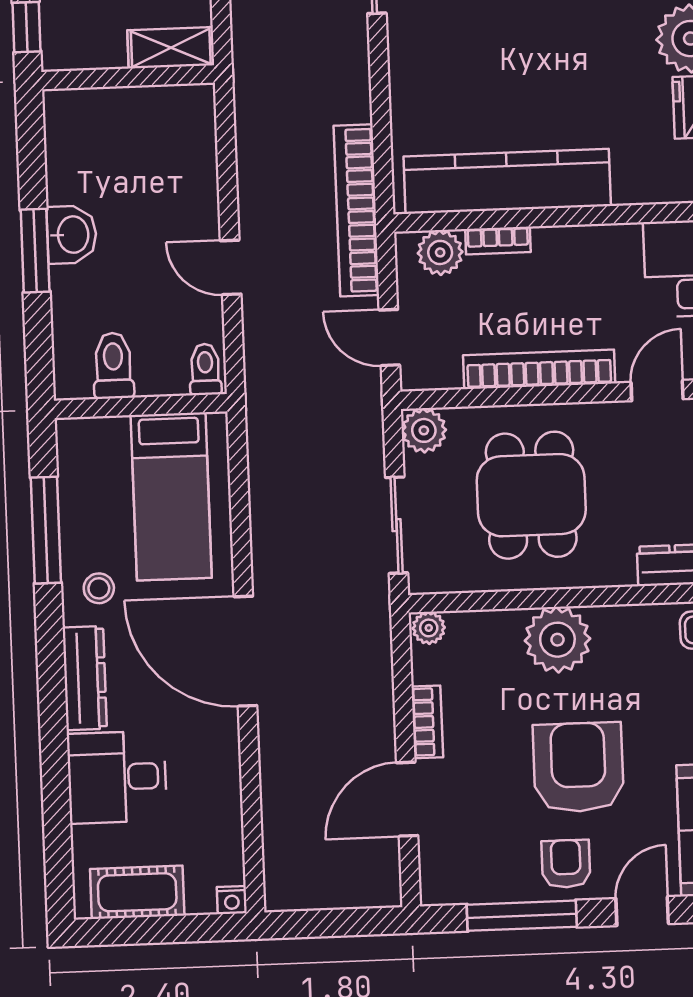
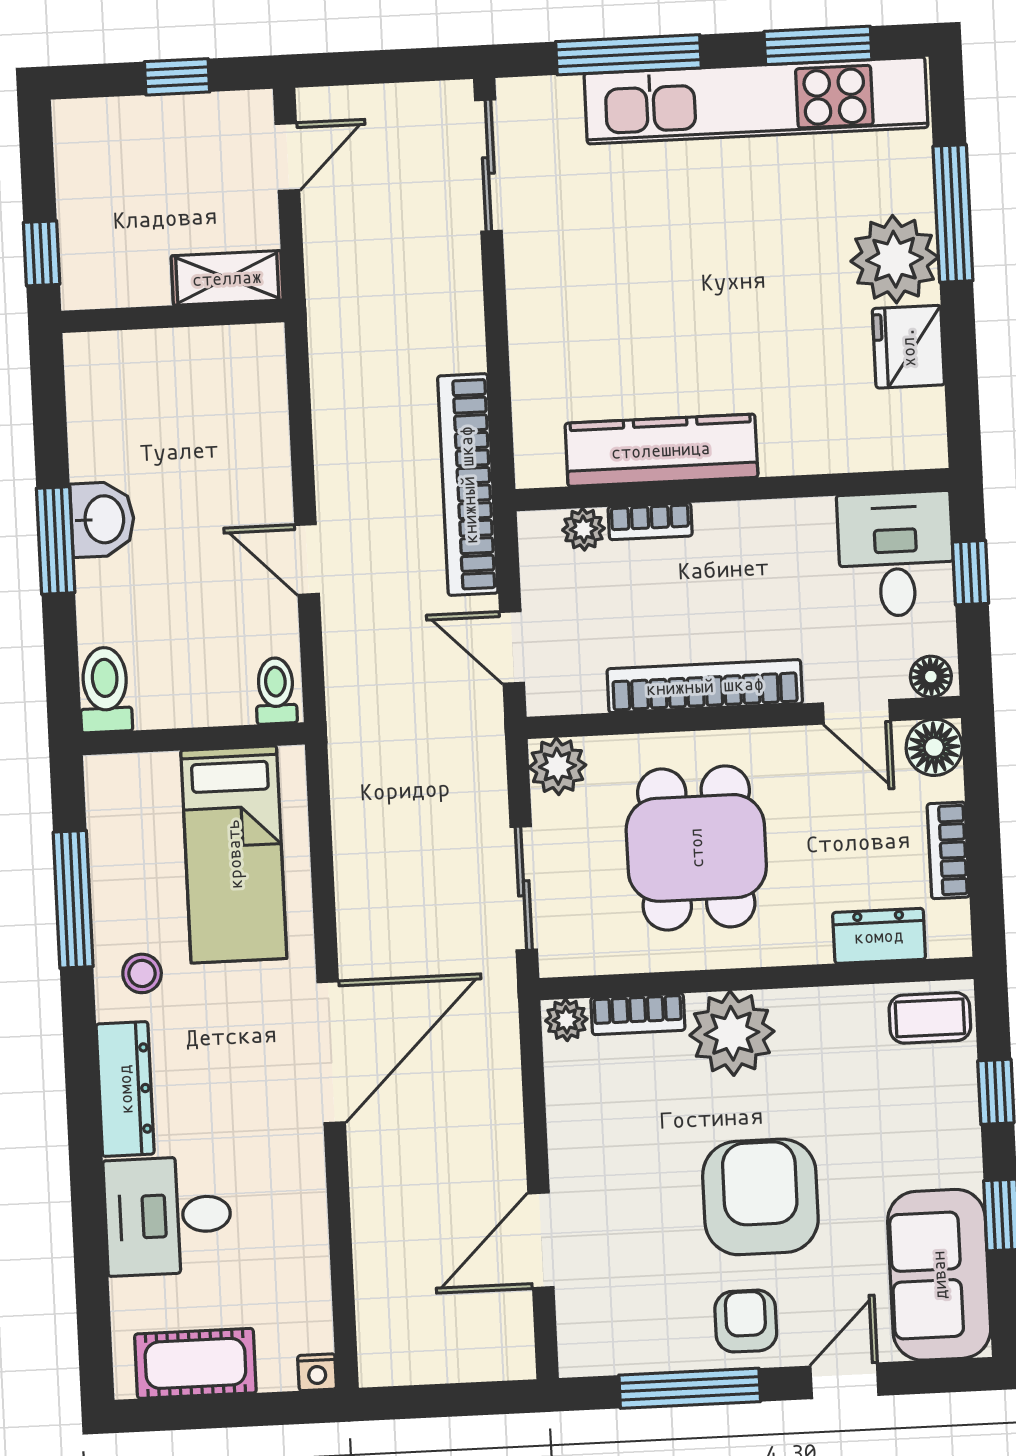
kitchen counter: (507, 181) -> (661, 450), width x0.72, depth x0.86
plant: (440, 252) -> (583, 529), width x0.73, depth x0.73
toilet: (113, 366) -> (105, 690), moved
door: (657, 391) -> (857, 712), swing flipped
door: (245, 651) -> (331, 1052), swing flipped
bookcase: (427, 722) -> (638, 1014), moved, turned 90

